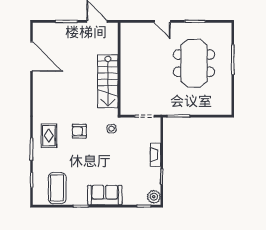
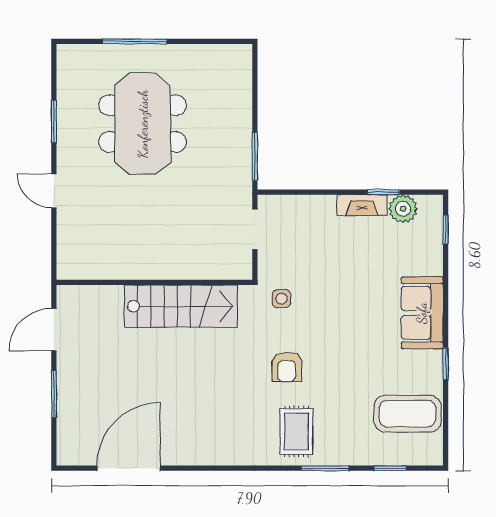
door: (162, 21) -> (54, 191), swing flipped
meeting table: (194, 63) -> (143, 124), turned 90
rug: (49, 136) -> (296, 431), turned 90
fireplace: (156, 155) -> (362, 205), moved
plant: (154, 197) -> (403, 209), moved

